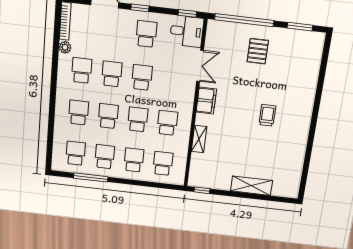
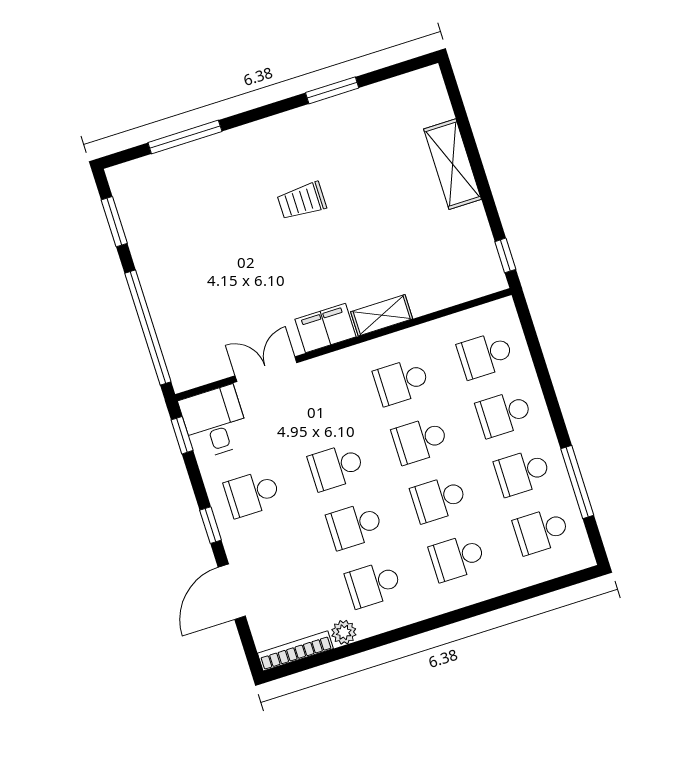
pallet: (258, 51) -> (192, 276), removed
window: (322, 76) -> (185, 137), added
shelving: (199, 139) -> (382, 315), moved
window: (309, 150) -> (332, 90), added

